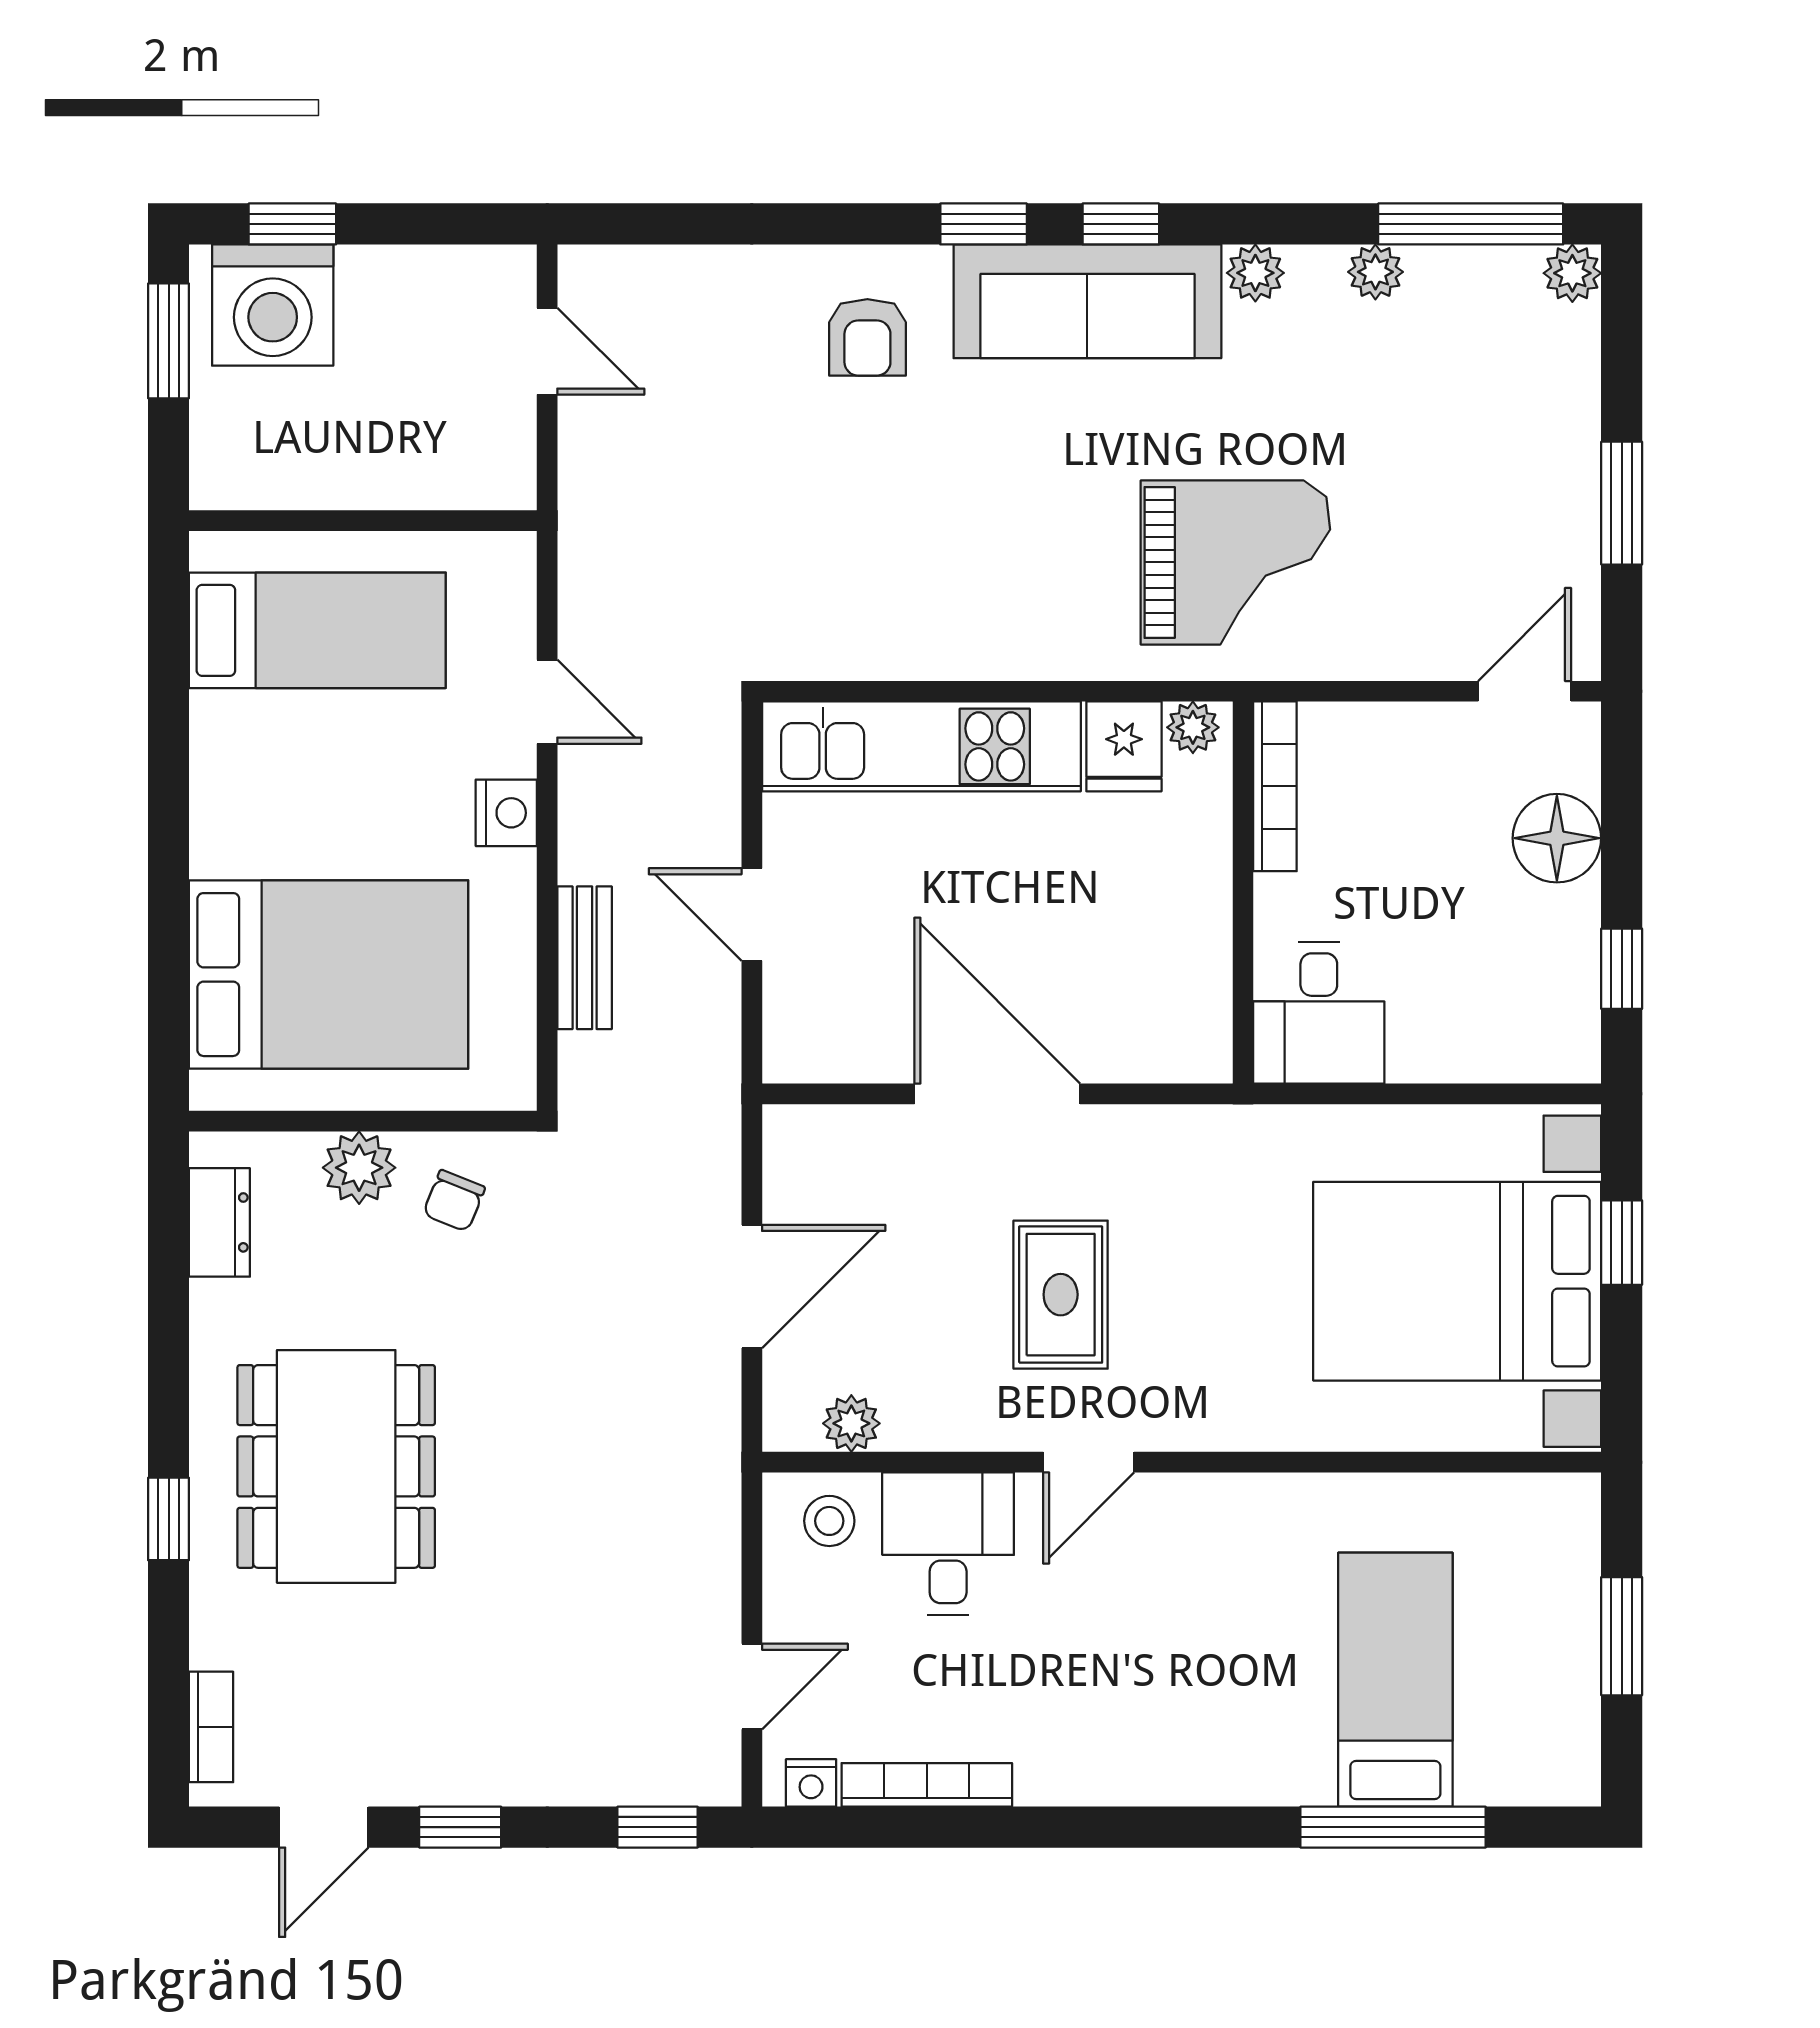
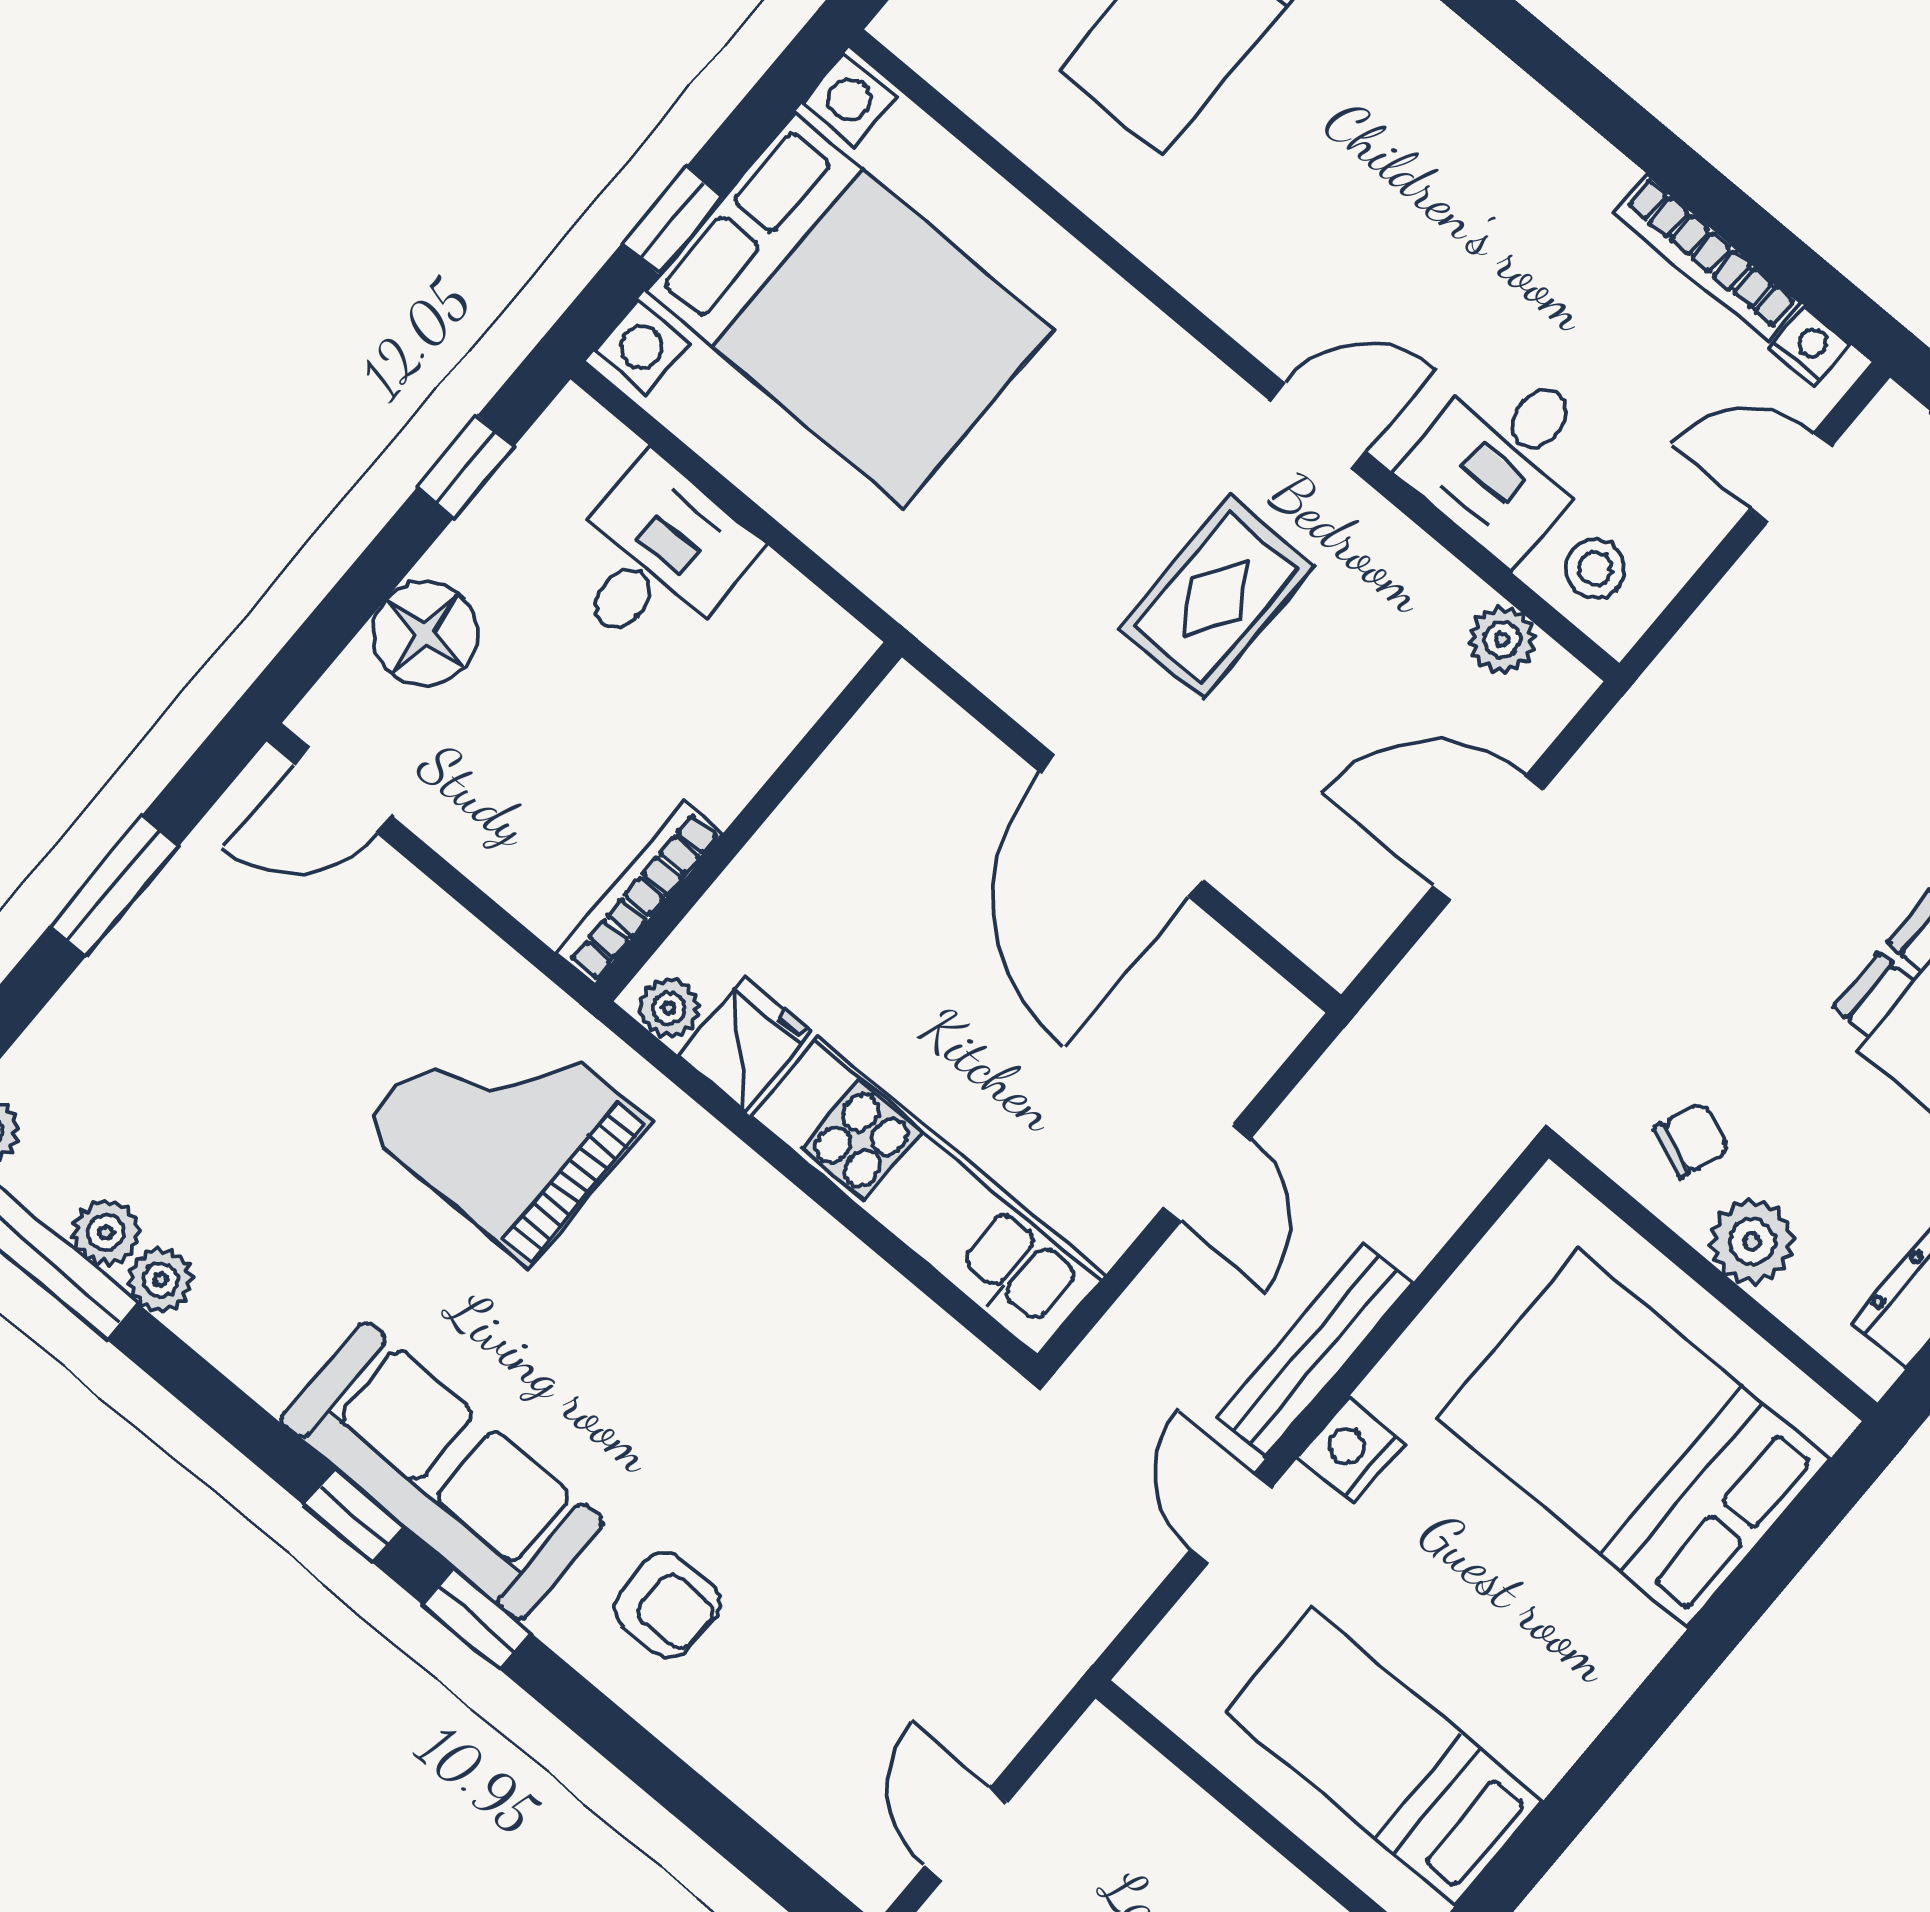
plant: (1255, 273) -> (106, 1233), moved
armchair: (867, 337) -> (667, 1605), turned 90
bench: (585, 958) -> (1314, 1351), moved, width x1.36
desk: (1319, 1013) -> (656, 559), moved

